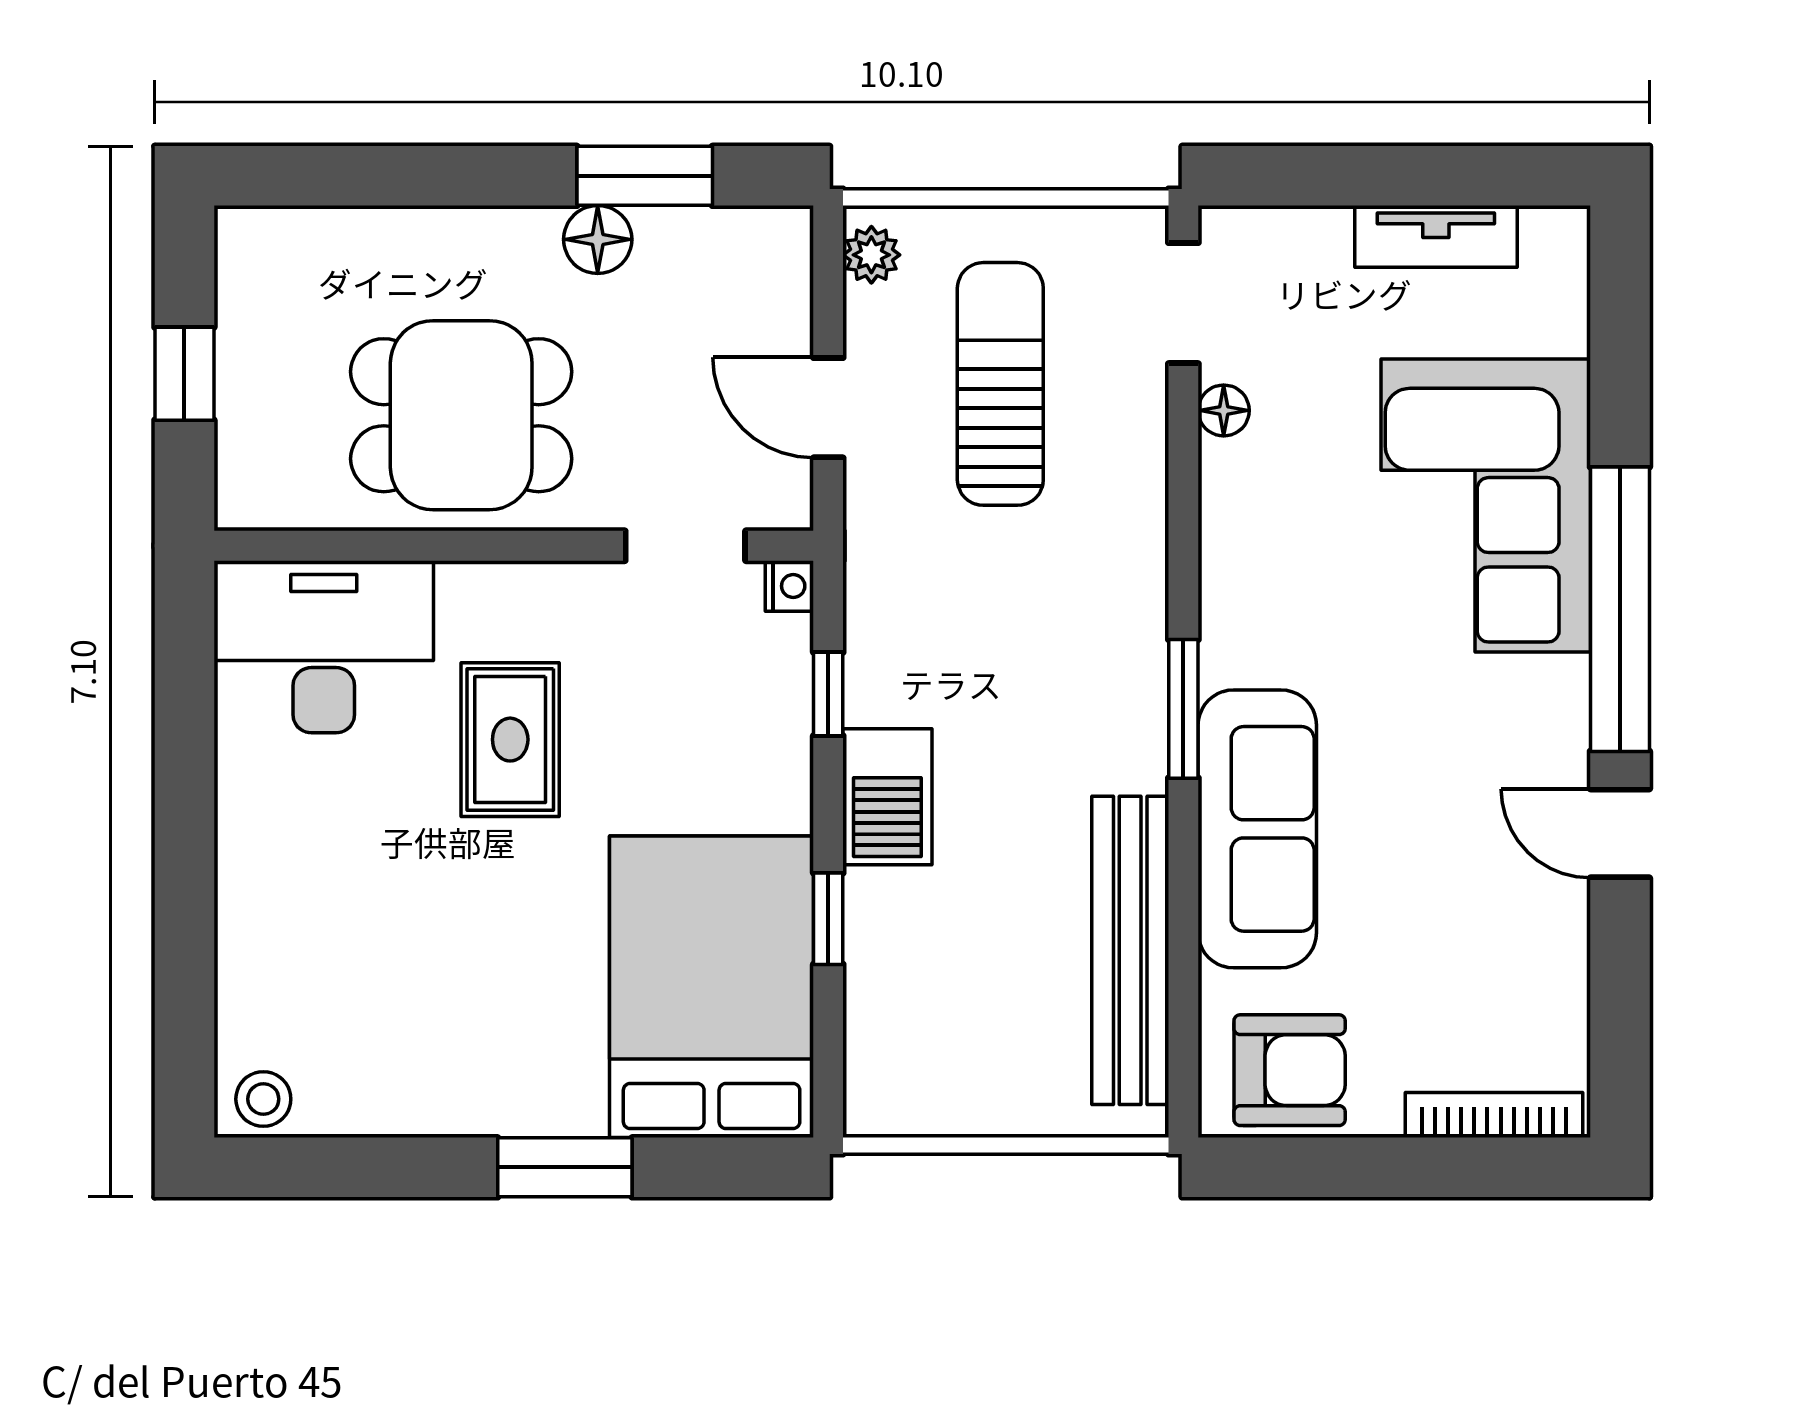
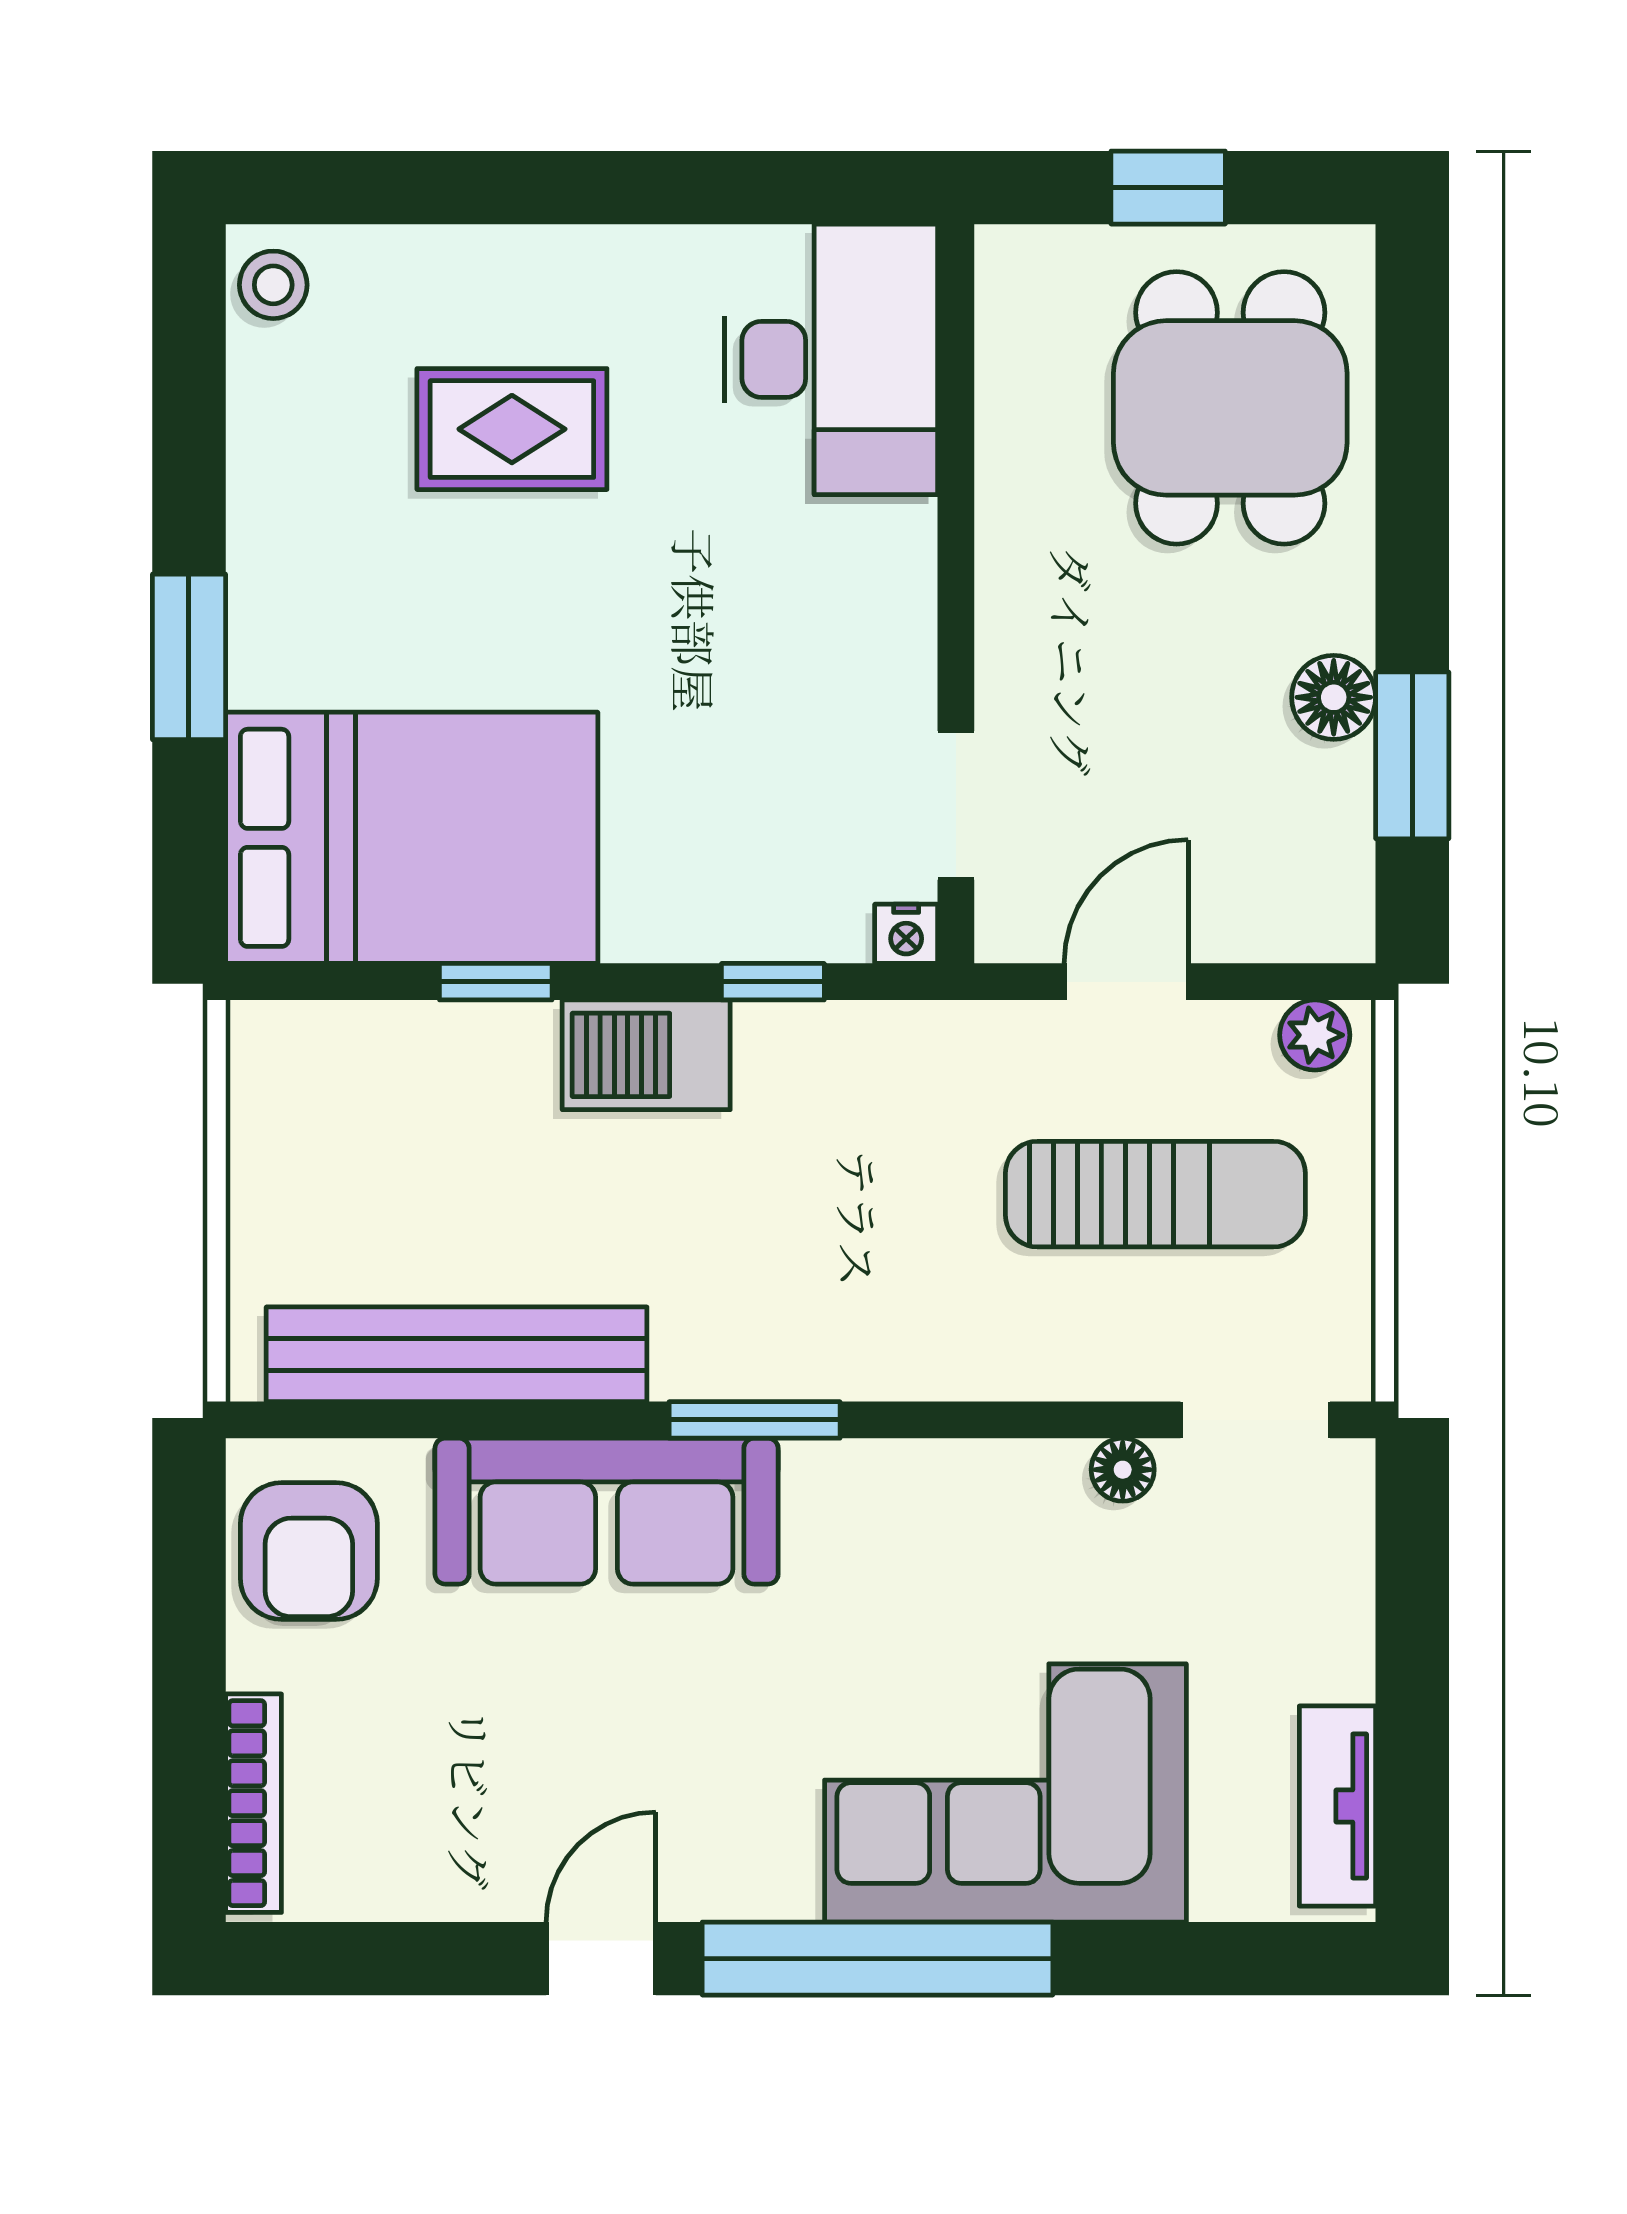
tv unit: (1436, 236) -> (1338, 1806), moved
dining table: (461, 415) -> (1230, 408), moved
rug: (510, 740) -> (512, 429), moved

